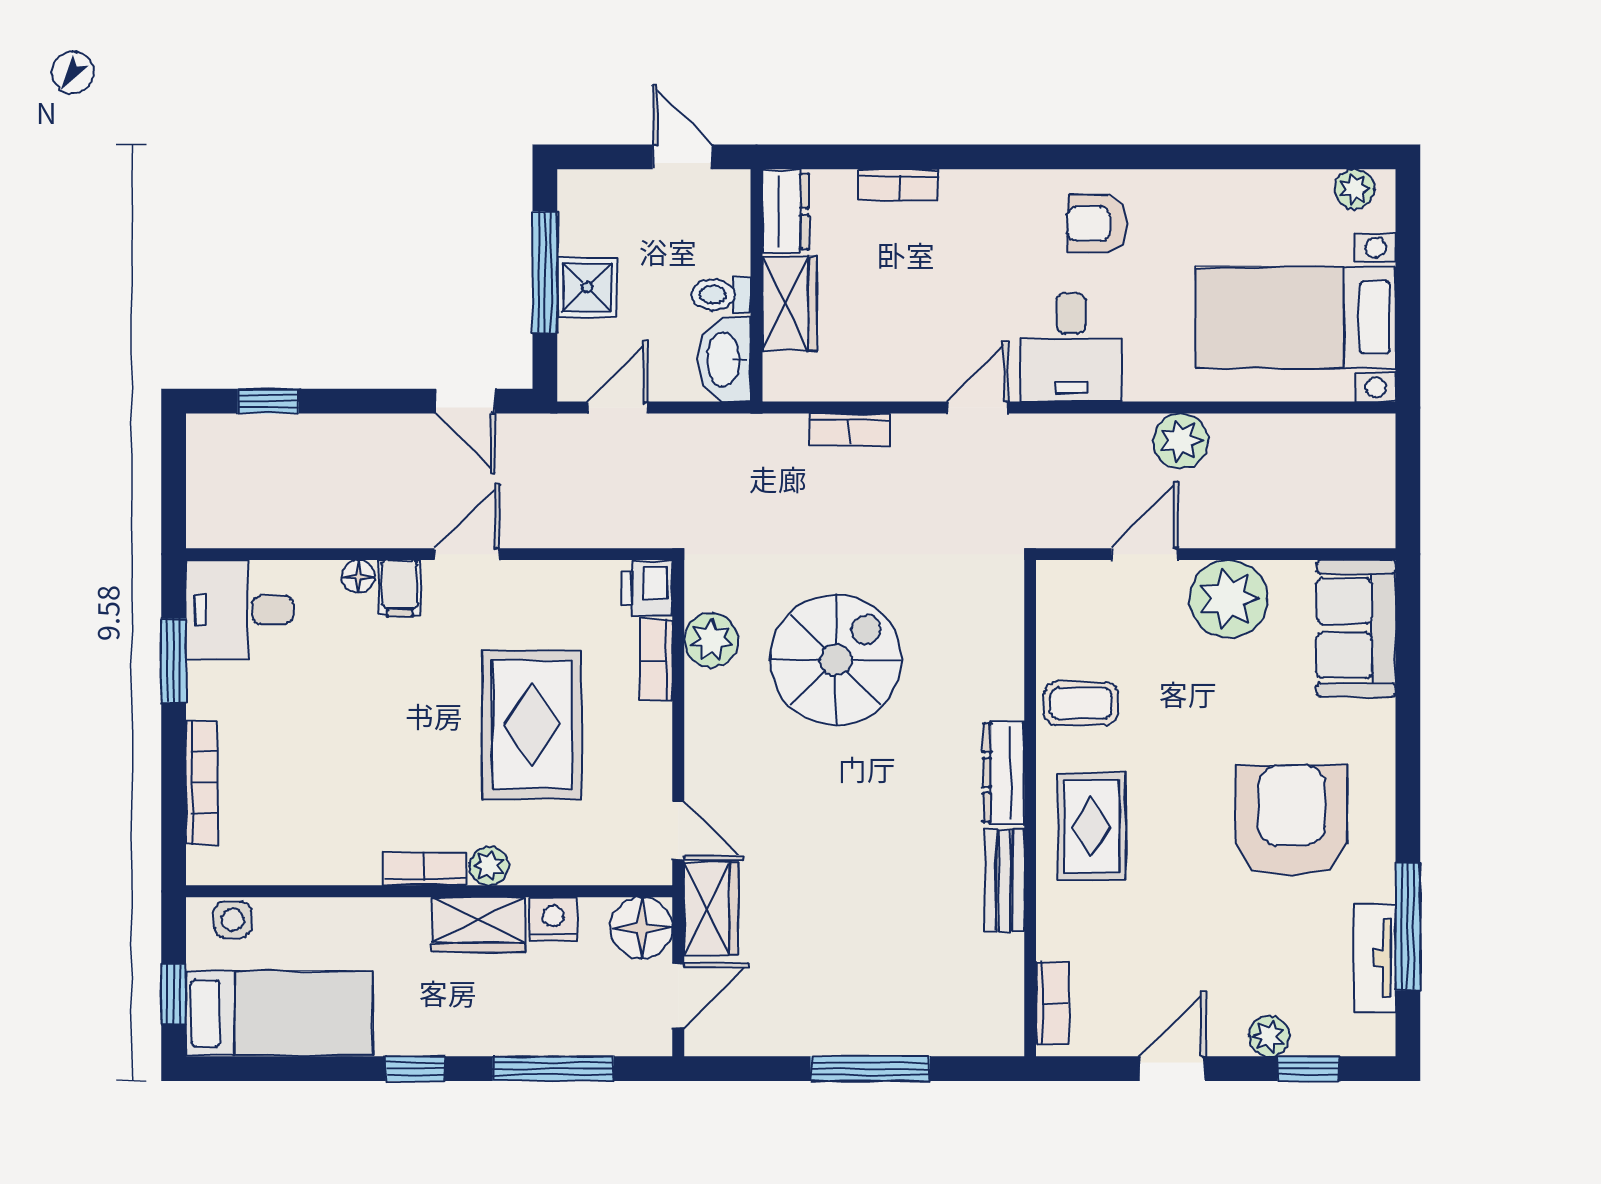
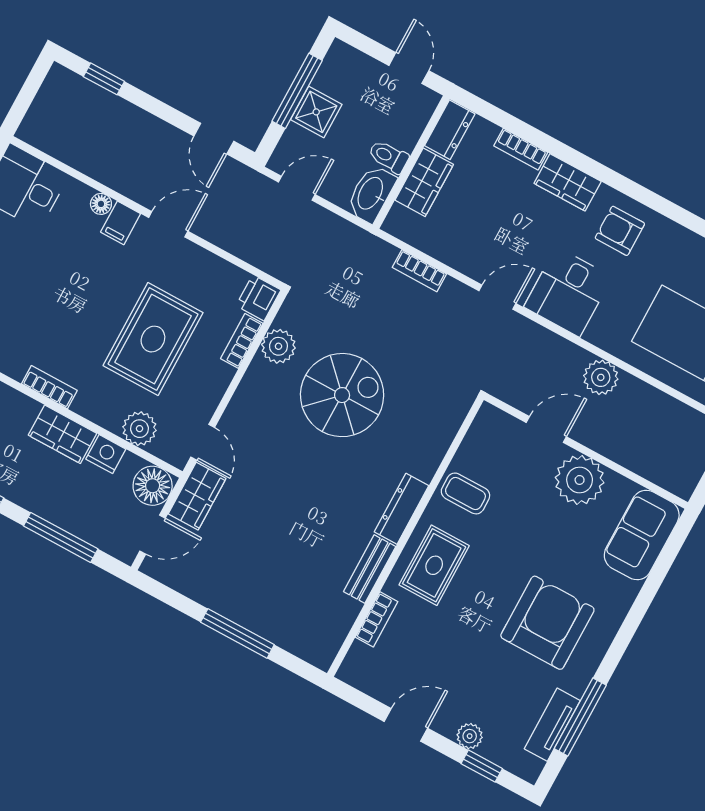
wardrobe: (988, 196) -> (568, 182), added
plant: (489, 866) -> (139, 429), moved, width x1.38, depth x1.38
bookcase: (1052, 1003) -> (377, 619), moved

